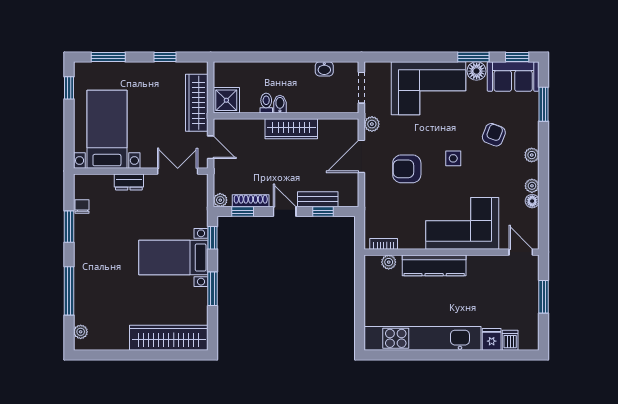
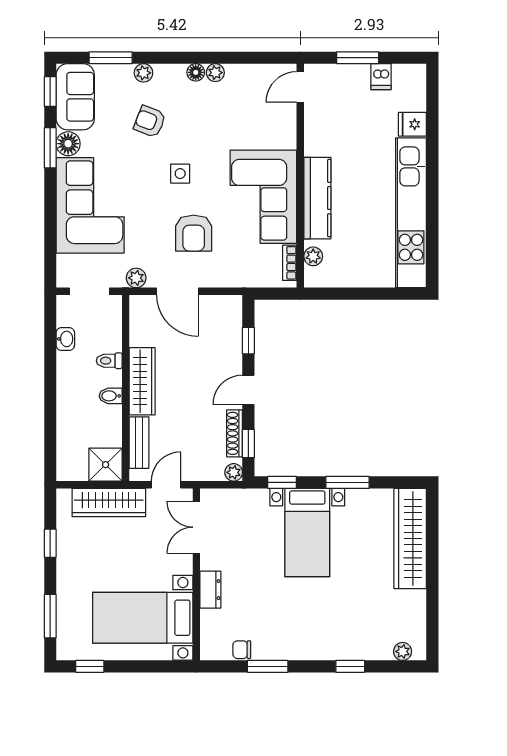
toilet: (266, 103) -> (109, 361), moved
plant: (532, 155) -> (143, 73), moved
bench: (318, 199) -> (139, 443), moved
floor lamp: (532, 201) -> (196, 72), moved
corner sofa: (462, 223) -> (263, 197), moved
window: (69, 291) -> (350, 666), width x0.46
dishwasher: (510, 340) -> (381, 77), moved, turned -90

